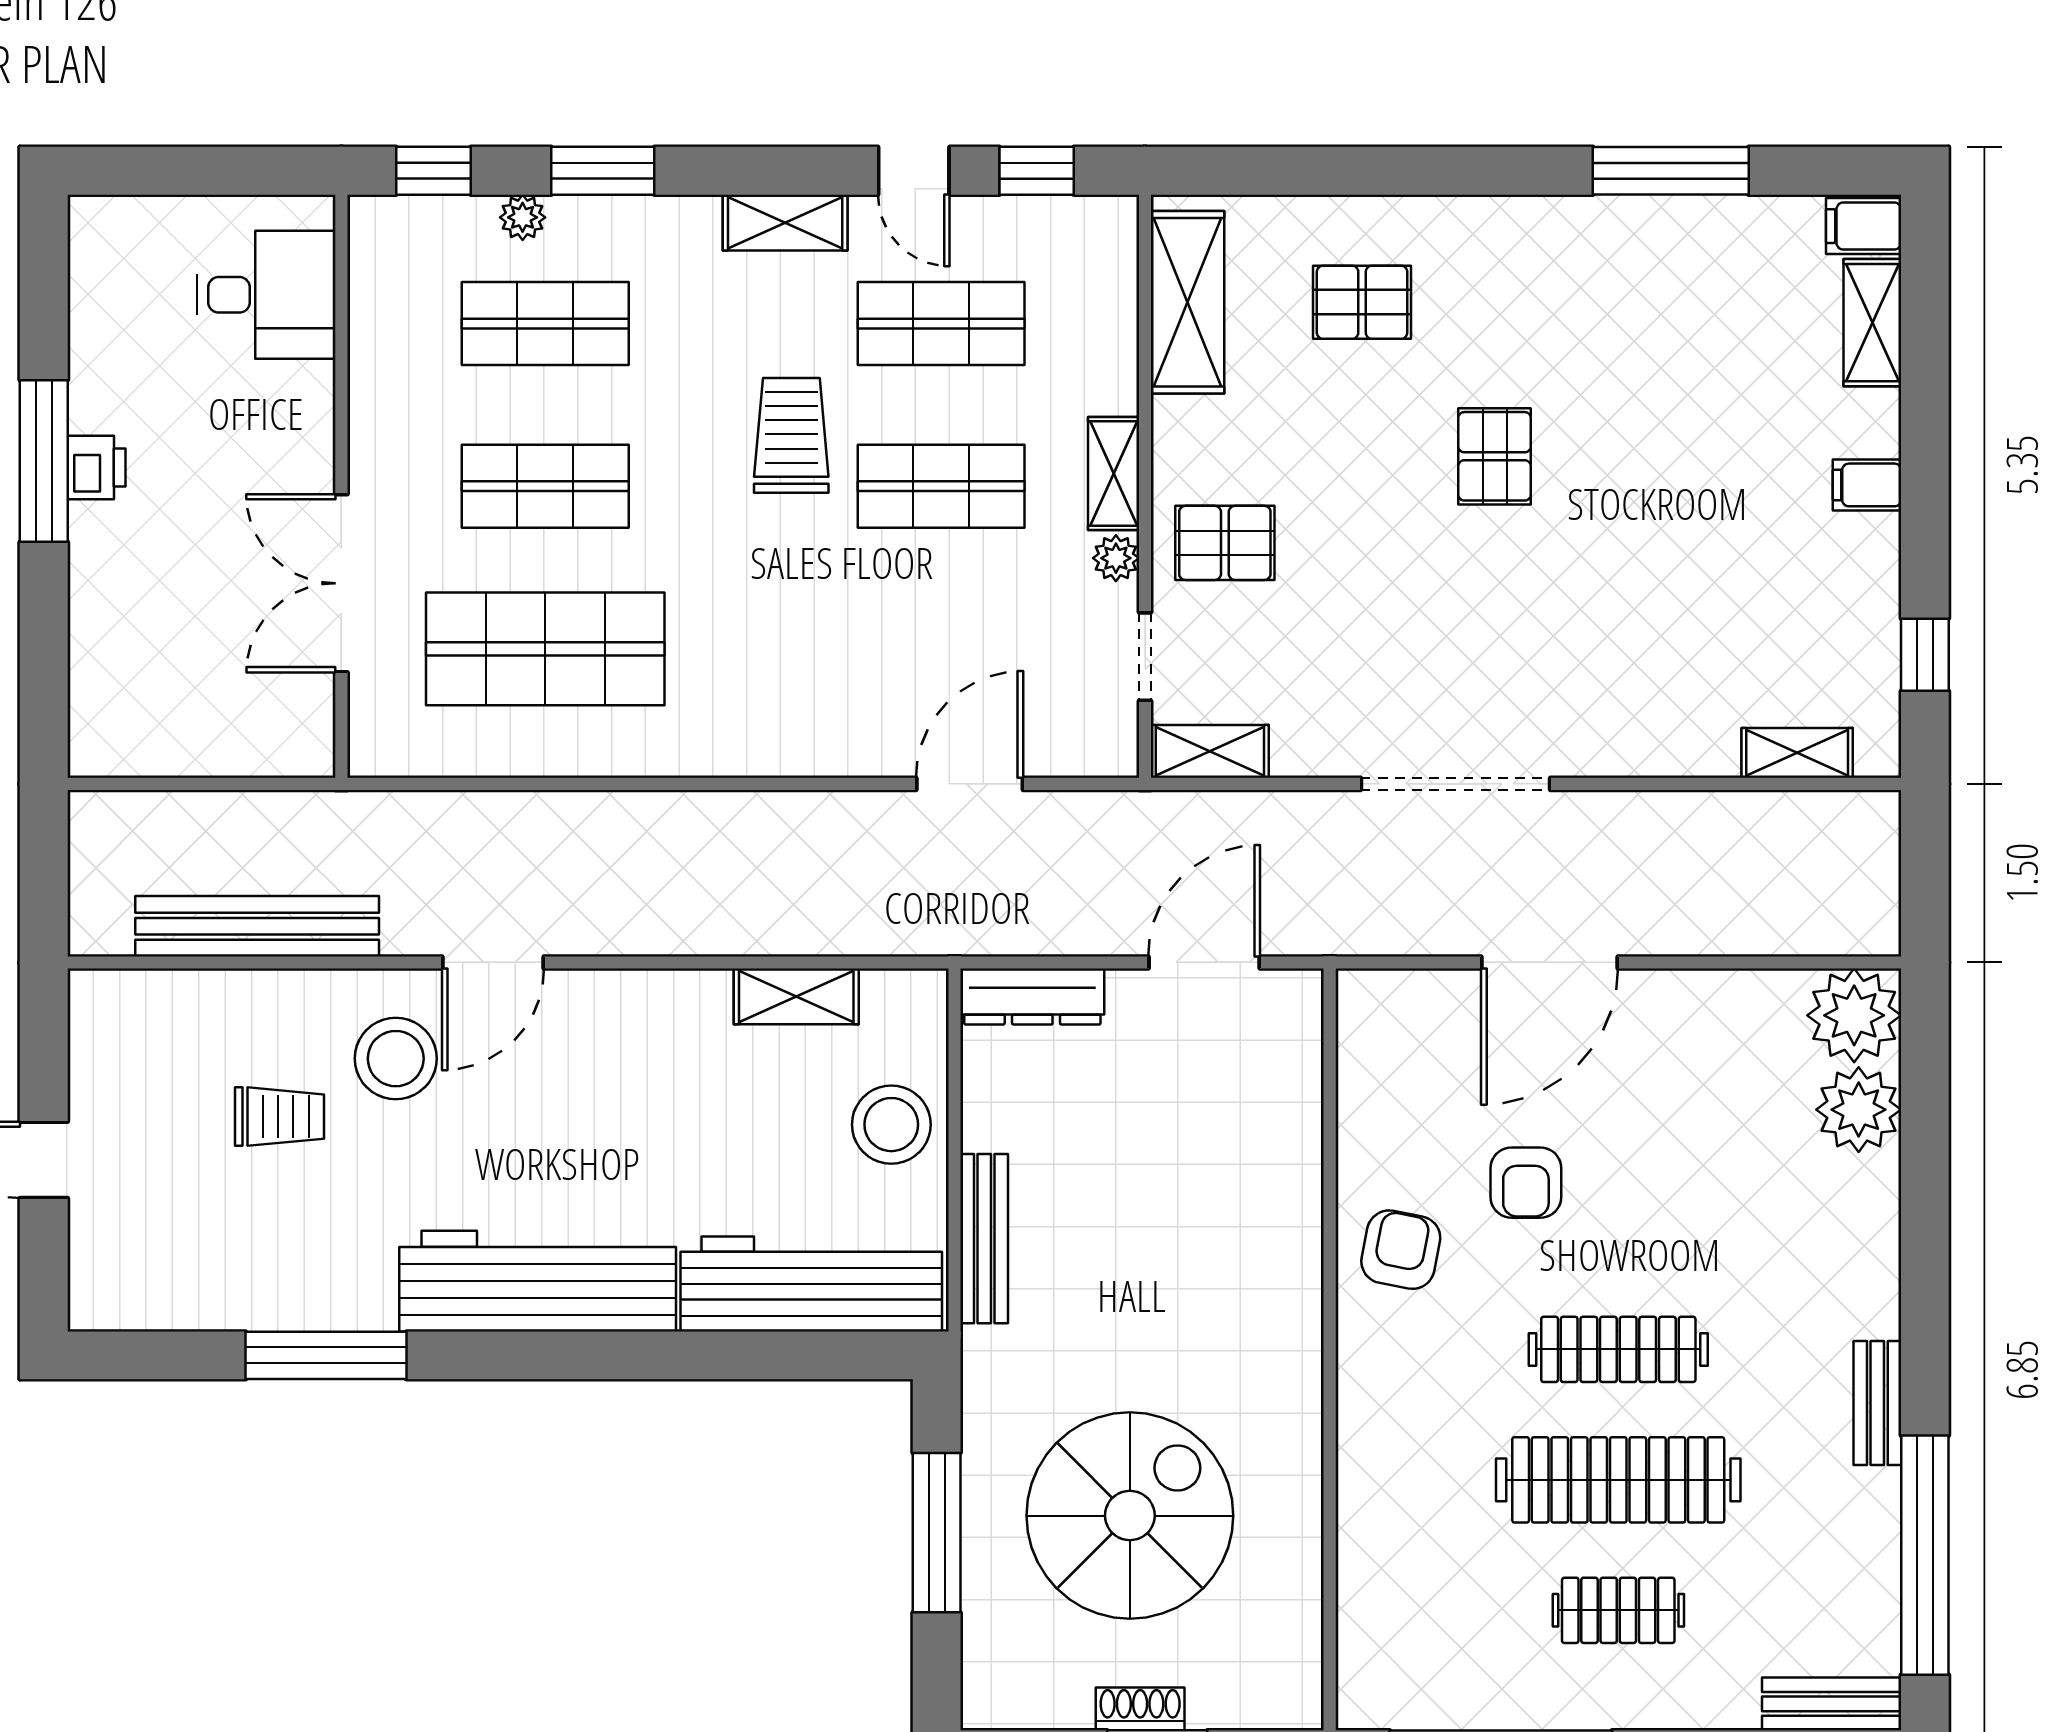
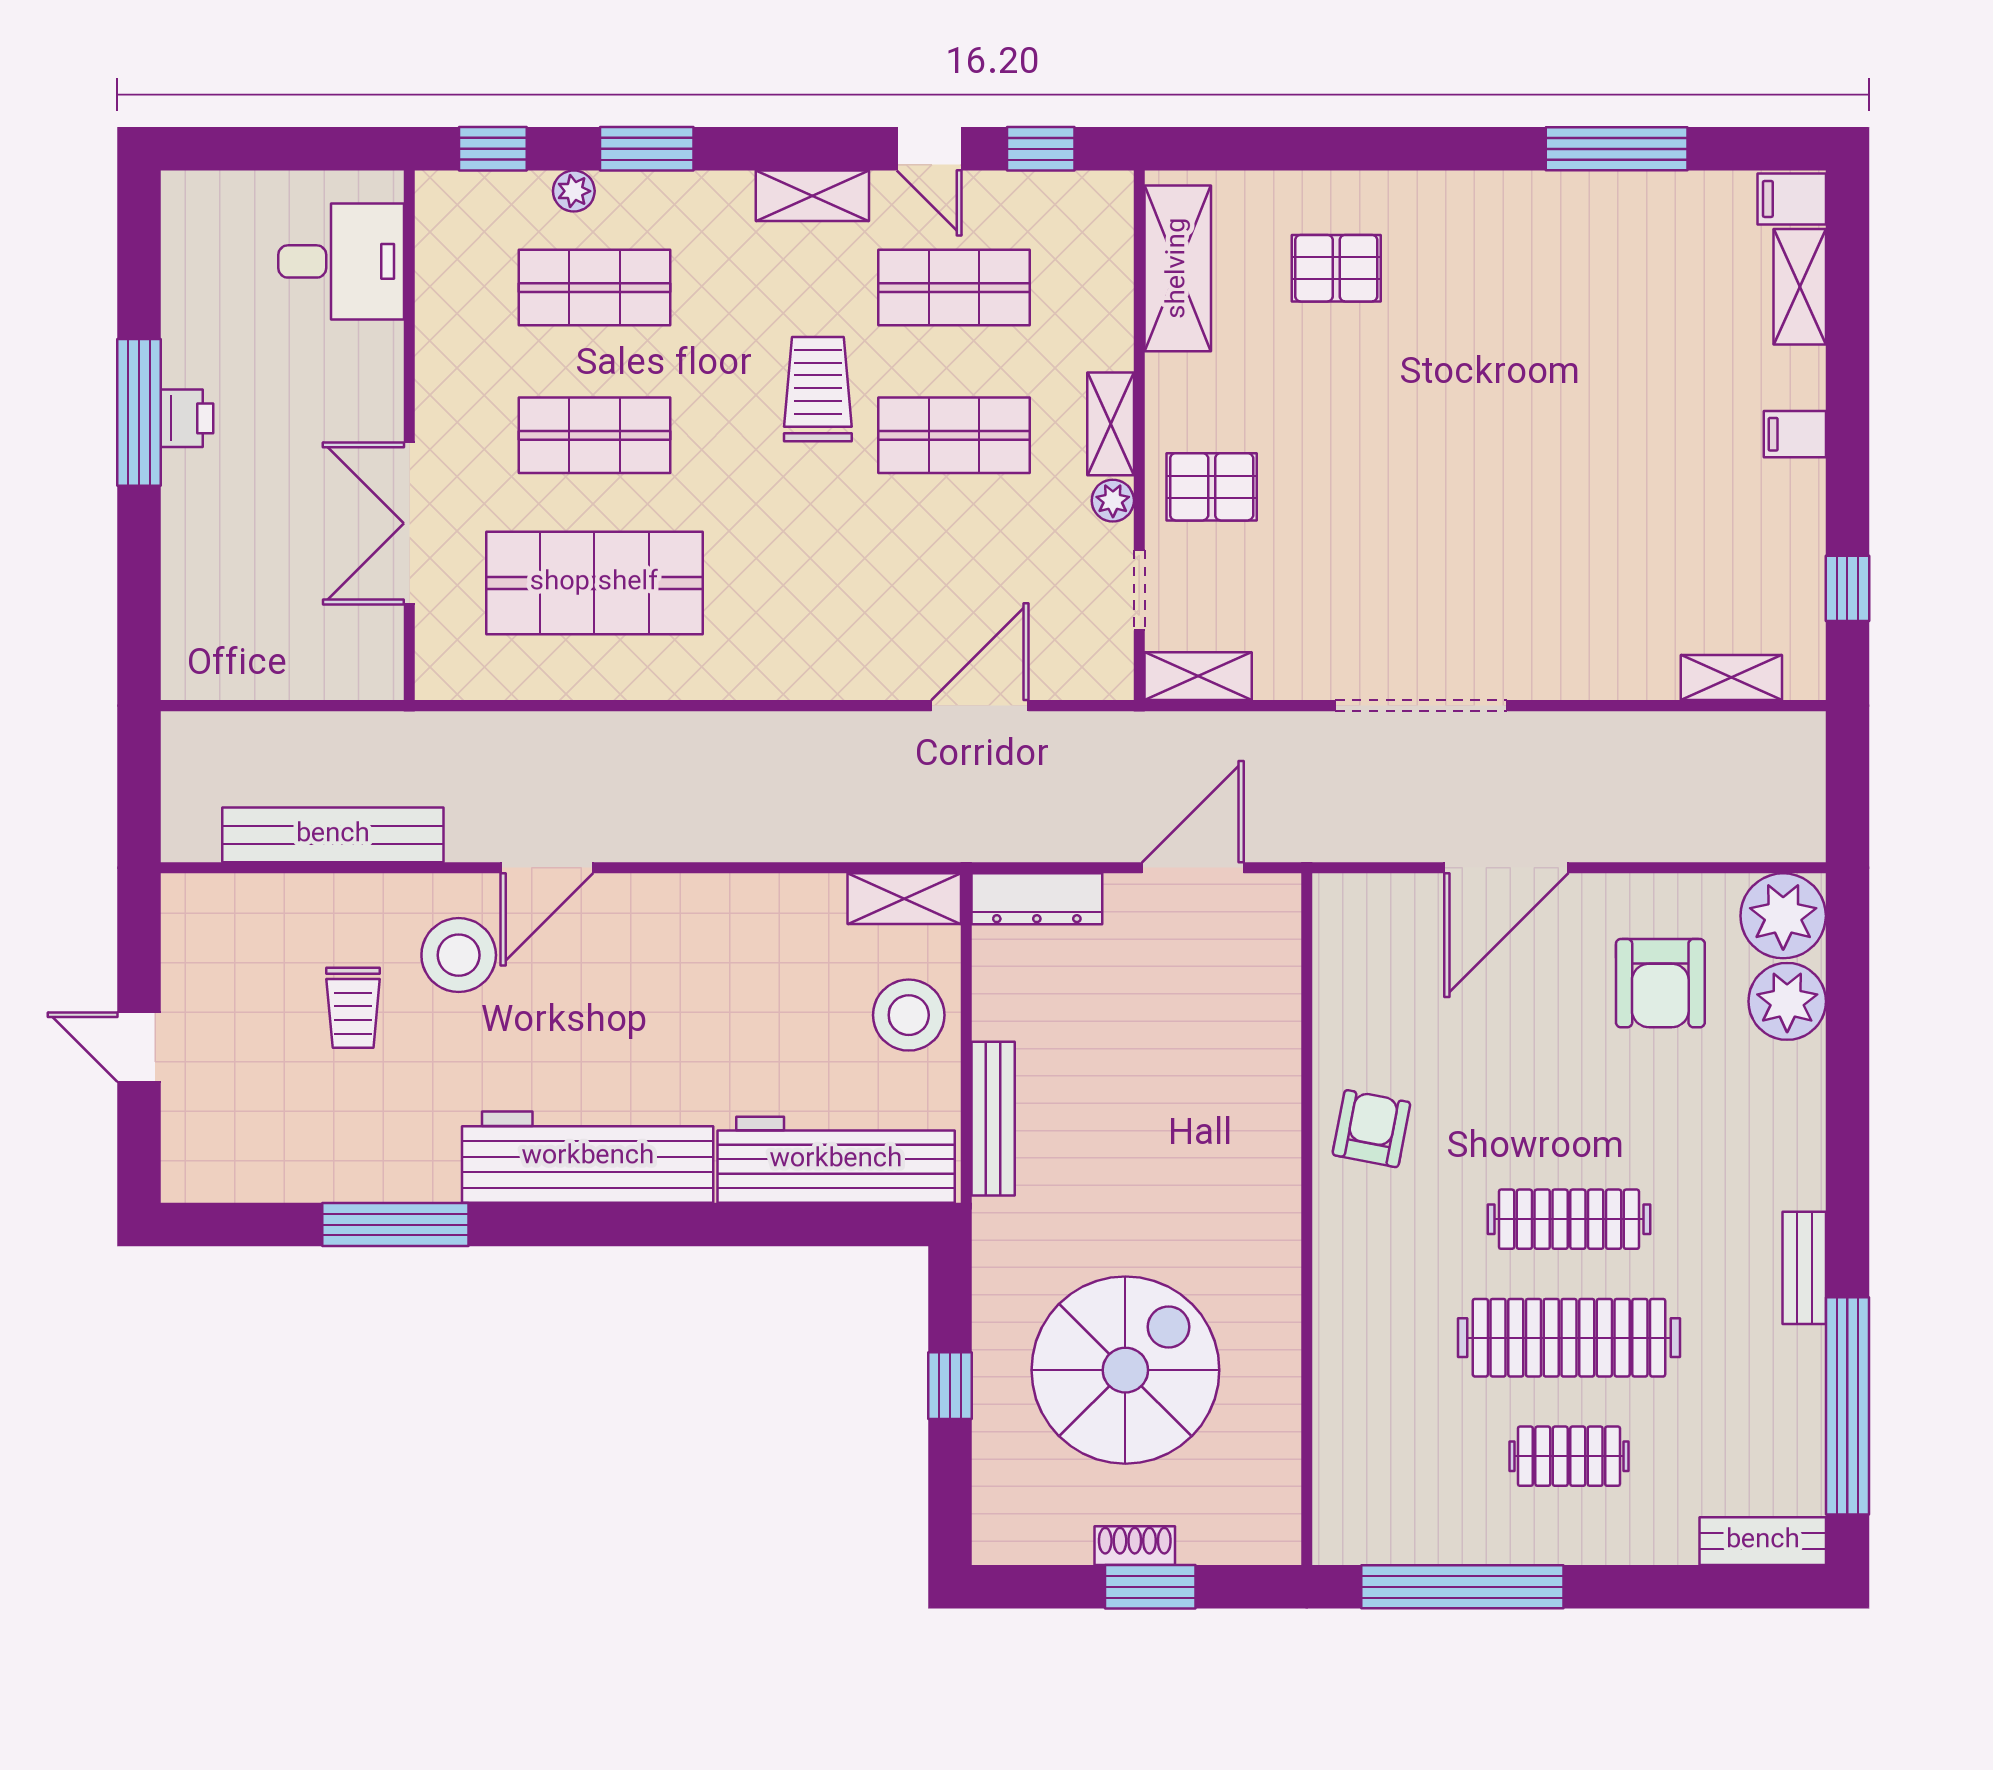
pallet: (1495, 456) -> (1457, 408), removed
shelving: (796, 996) -> (904, 899), moved
trolley: (279, 1117) -> (353, 1008), turned 90
armchair: (1526, 1183) -> (1660, 983), moved, width x1.38, depth x1.38
window: (937, 1533) -> (950, 1386), width x0.46

